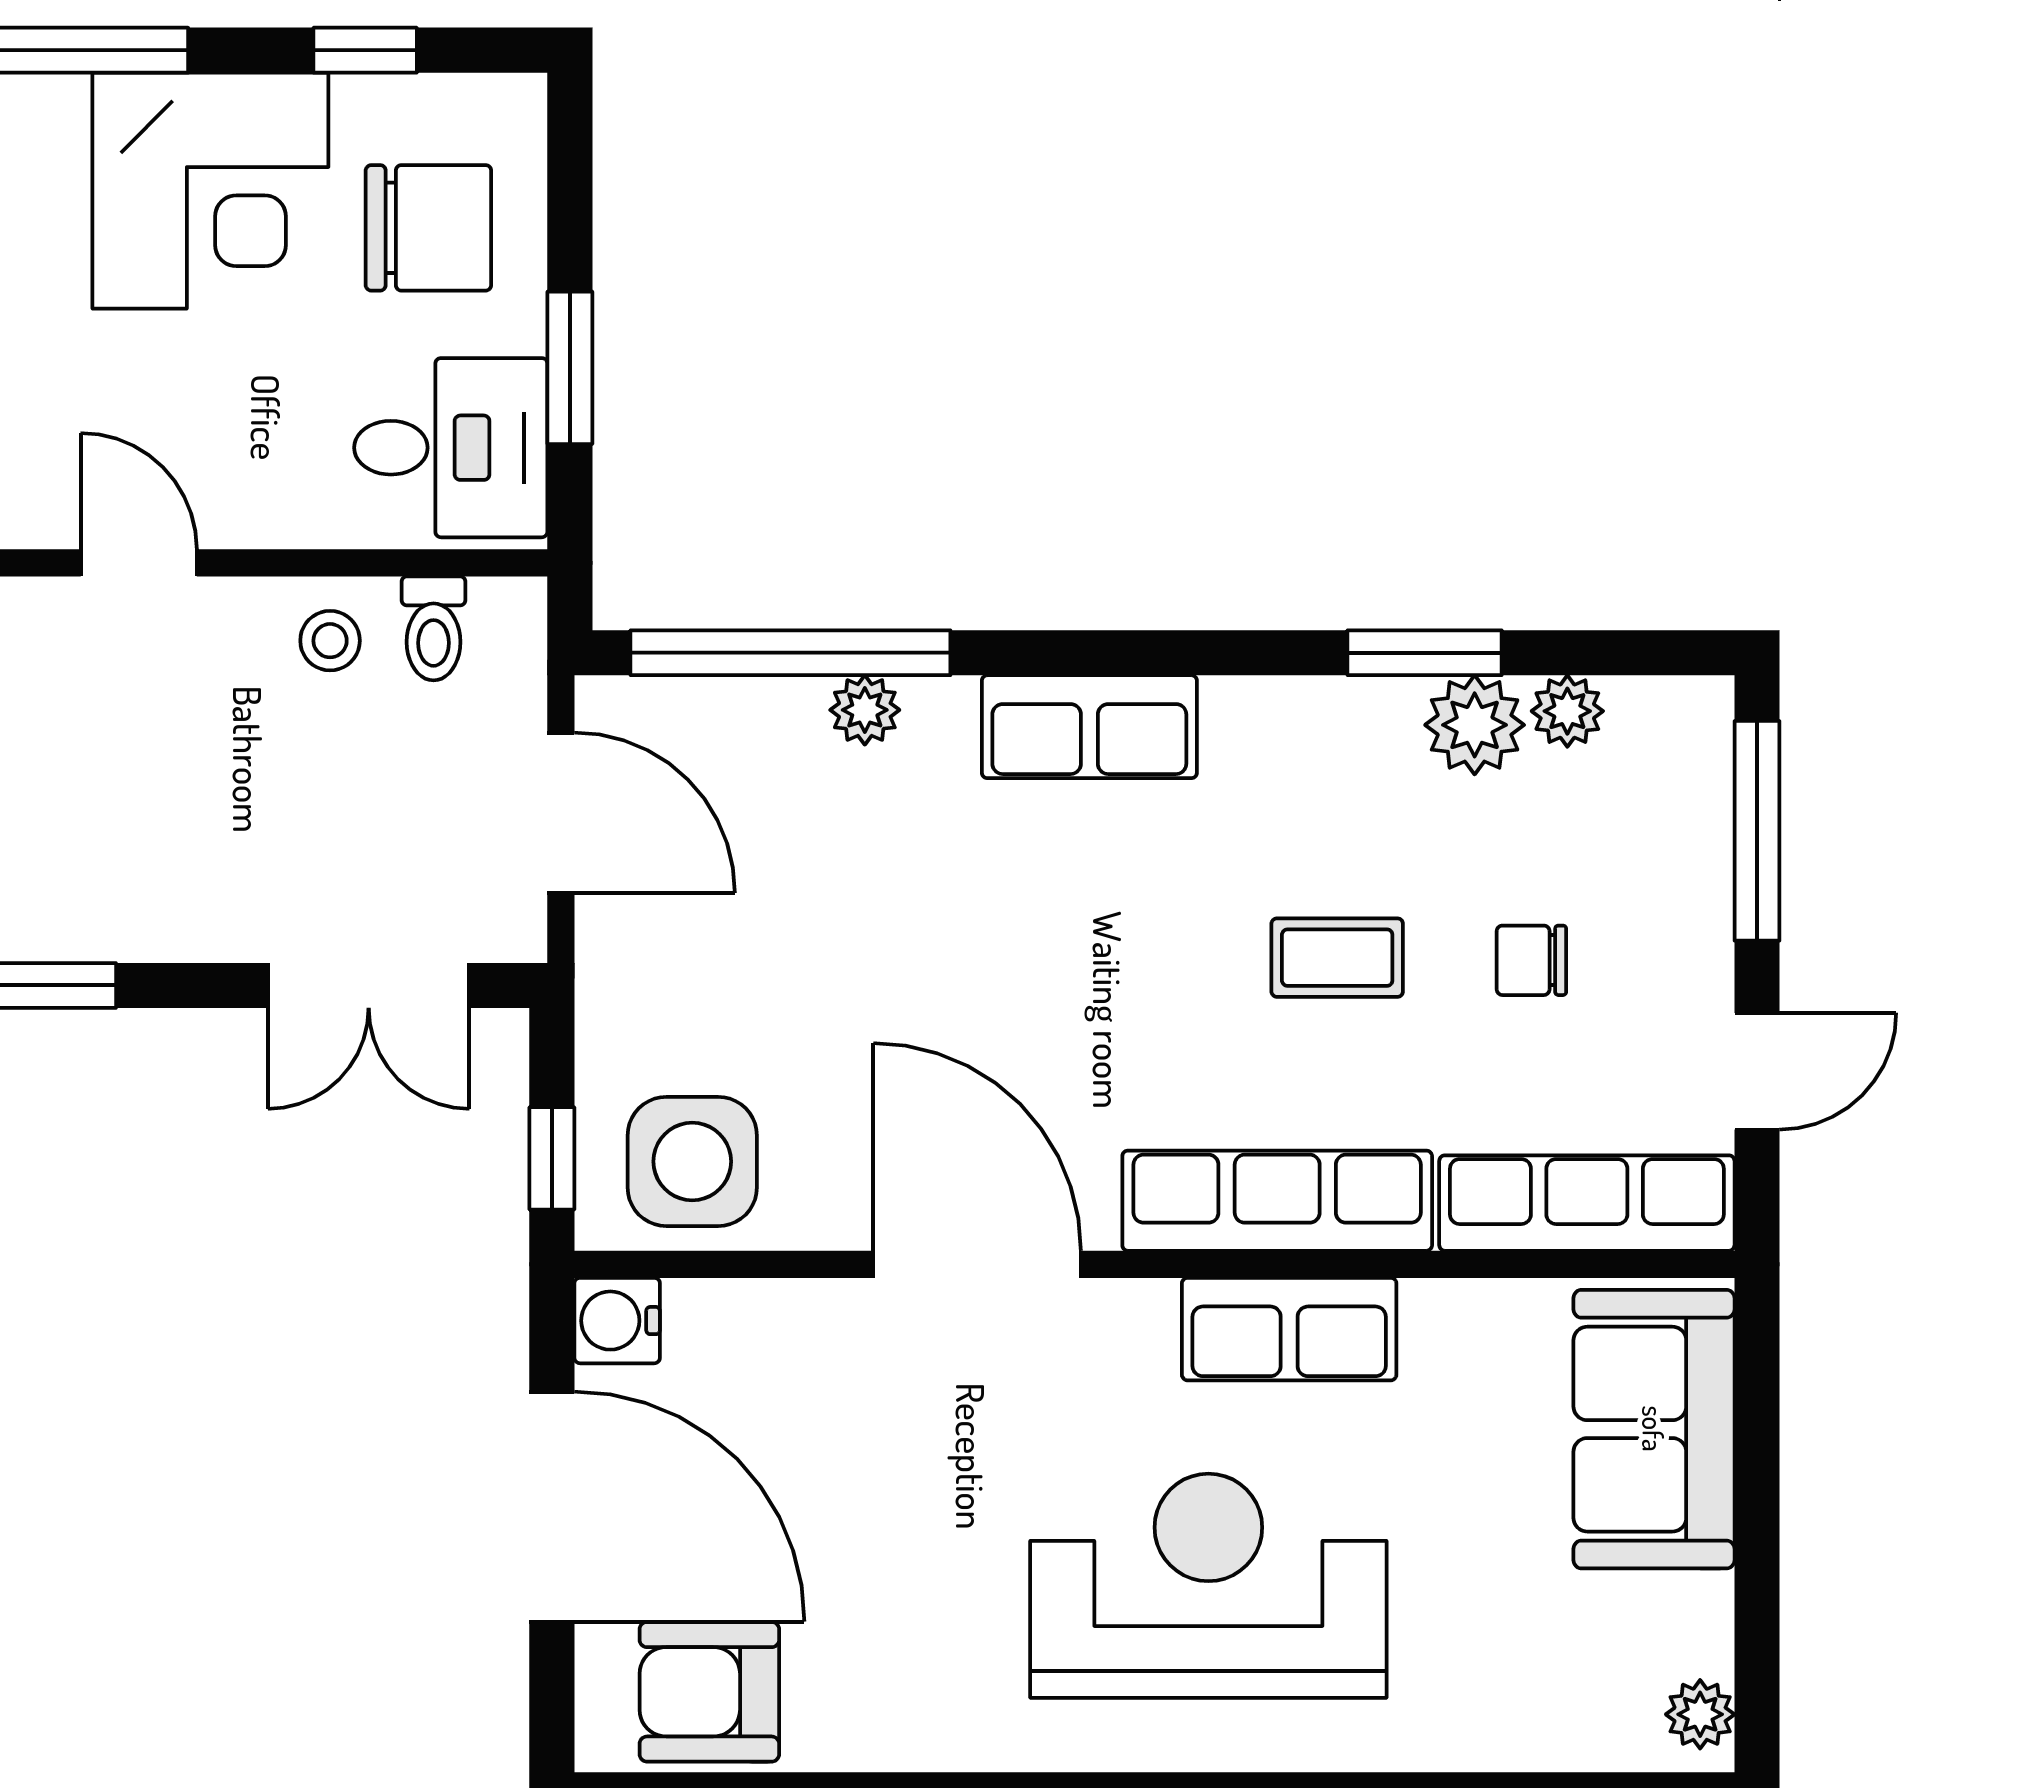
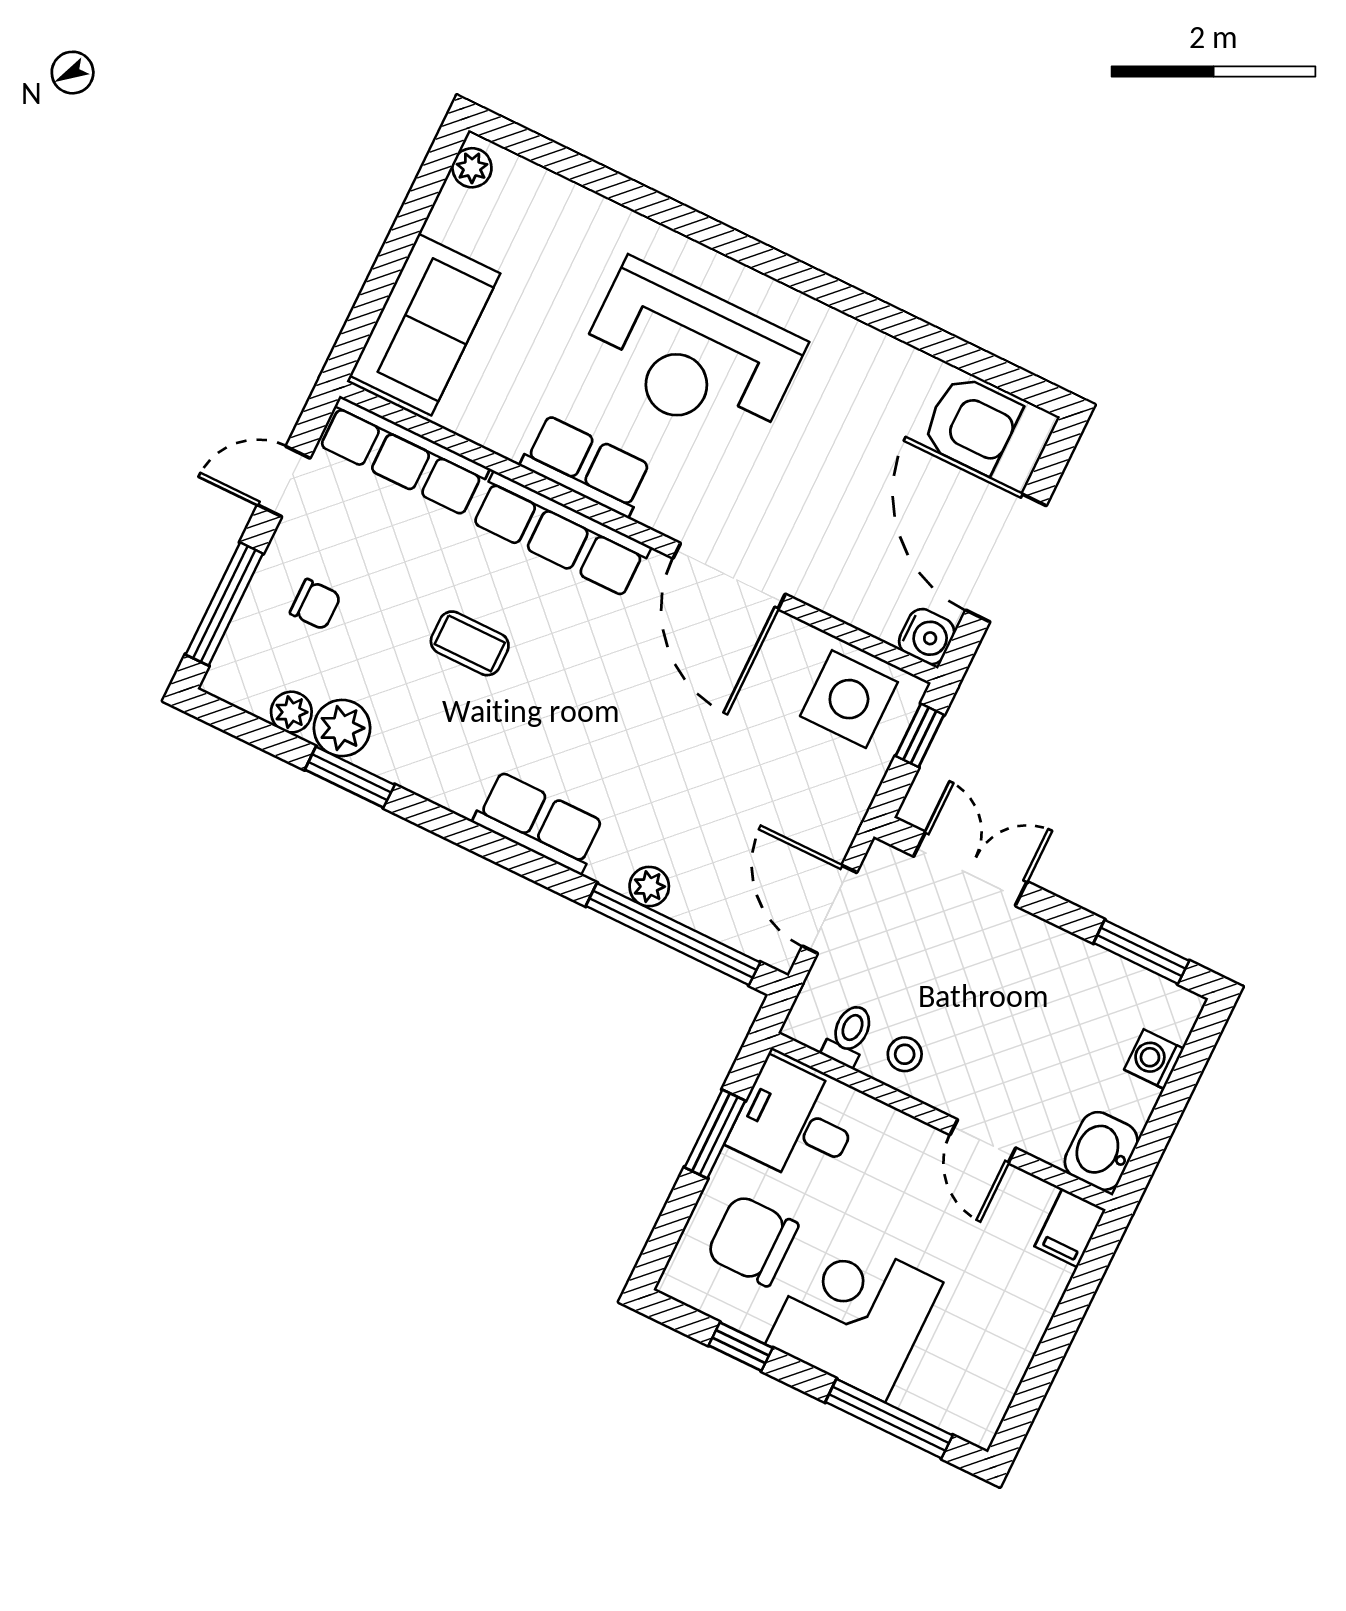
chair: (1531, 960) -> (315, 604), moved

